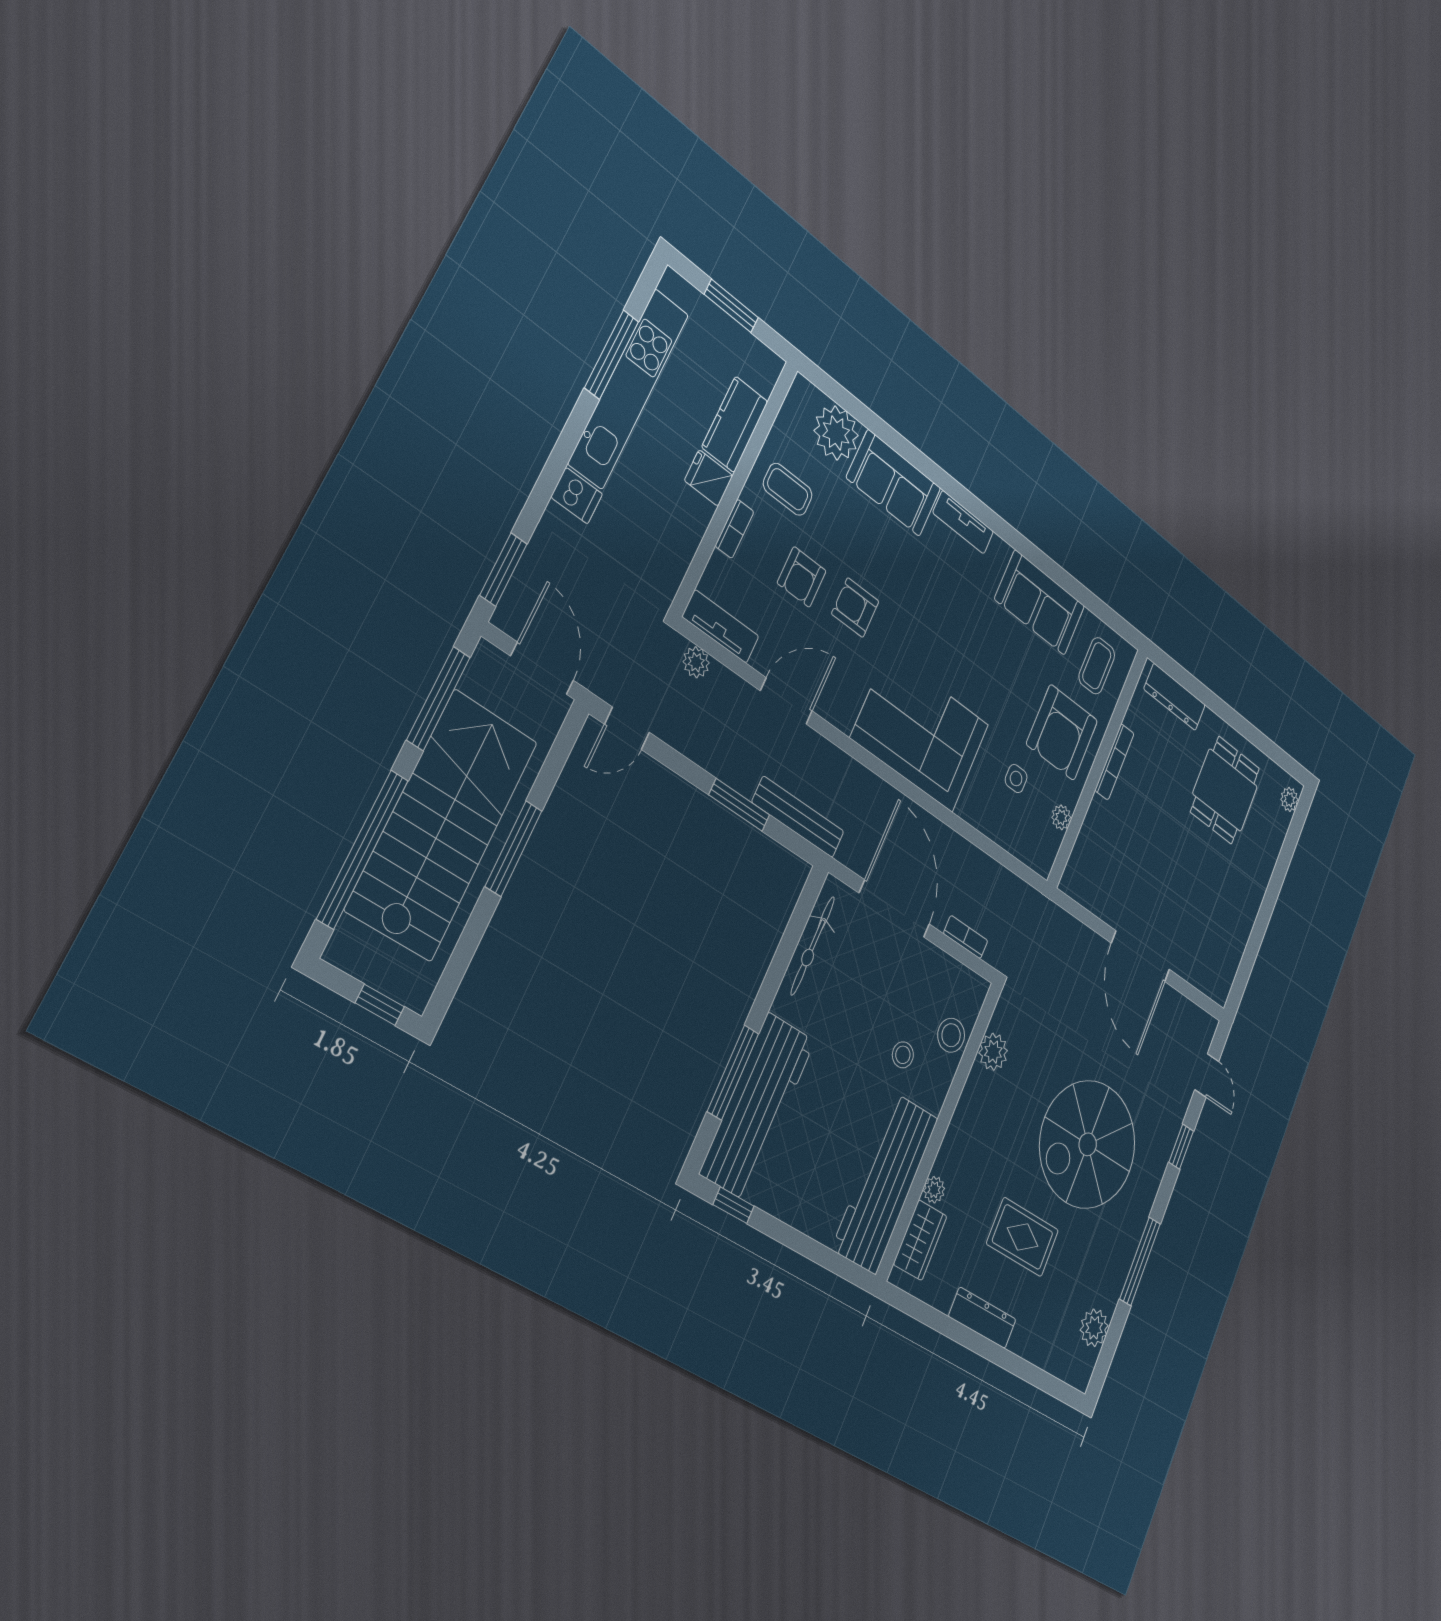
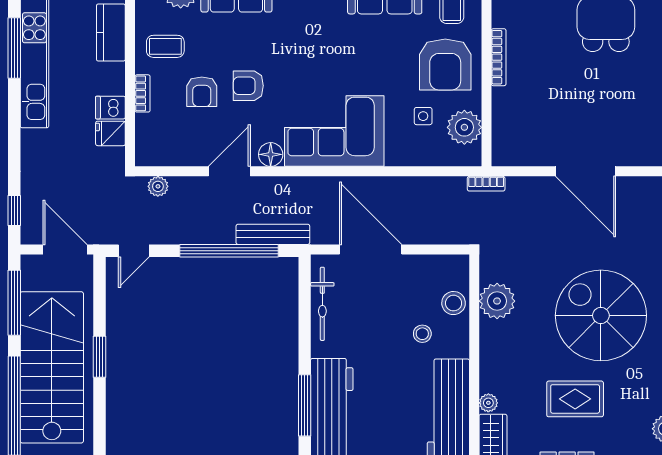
fridge: (709, 478) -> (110, 133), moved
dishwasher: (577, 496) -> (110, 108), moved, turned 180
window: (503, 569) -> (14, 211), width x0.67
tv unit: (721, 626) -> (163, 156), removed
floor lamp: (841, 712) -> (271, 154), added
window: (739, 805) -> (229, 251), width x2.11
plant: (1061, 817) -> (464, 127), width x1.88, depth x1.88
window: (514, 849) -> (100, 357), width x0.69
bookcase: (966, 937) -> (486, 184), moved, turned 180
plant: (993, 1052) -> (497, 301), width x1.36, depth x1.36
spiral stairs: (1088, 1144) -> (601, 315), turned 90

